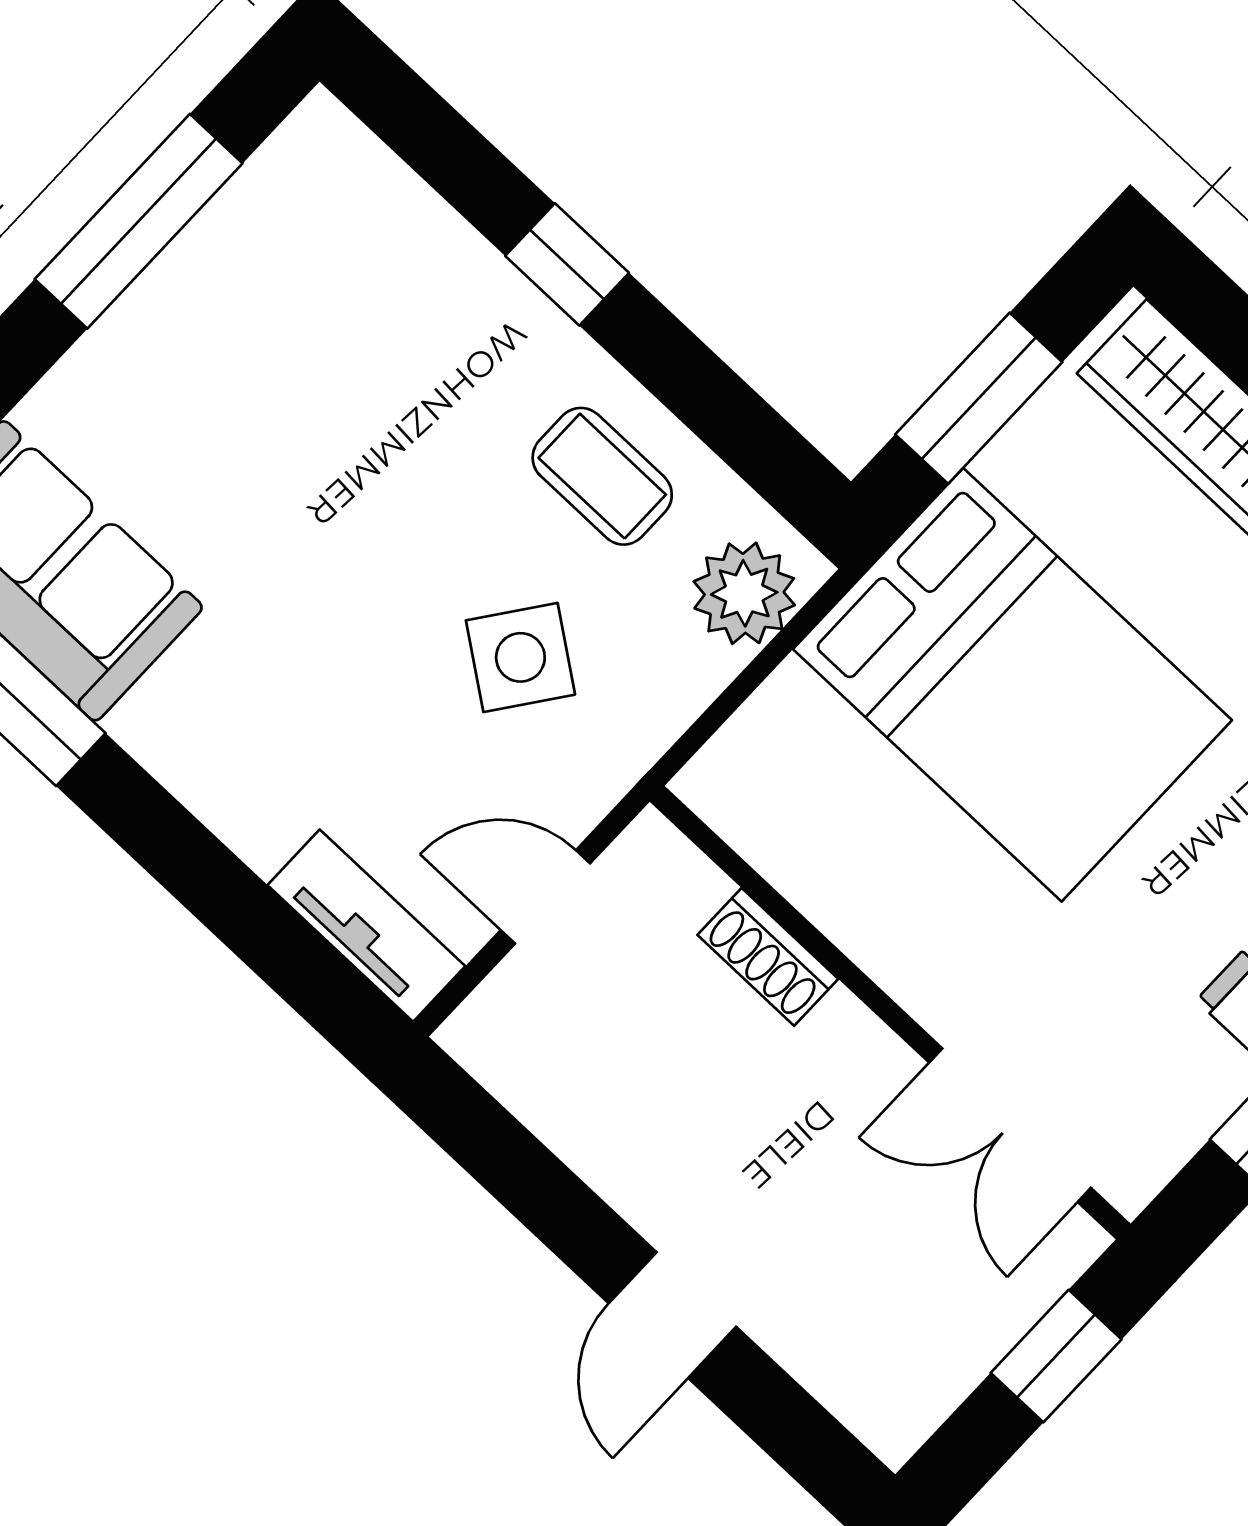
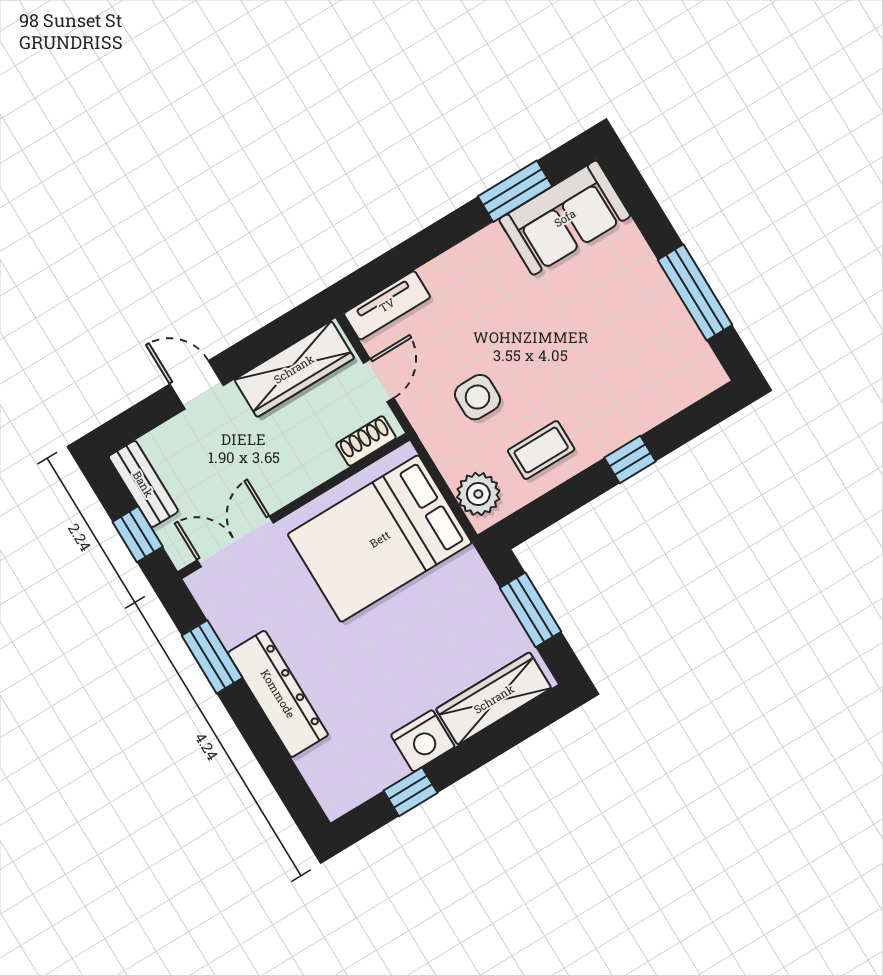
side table: (520, 657) -> (478, 397), turned -36
bed: (1012, 685) -> (380, 539), moved
shoe rack: (768, 957) -> (366, 441), moved
wardrobe: (573, 1099) -> (294, 369), added
bench: (936, 1375) -> (143, 484), added

